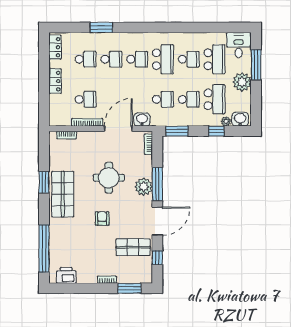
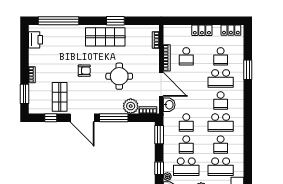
school desk: (111, 59) -> (221, 78), width x1.85
plant: (144, 187) -> (131, 106), moved

